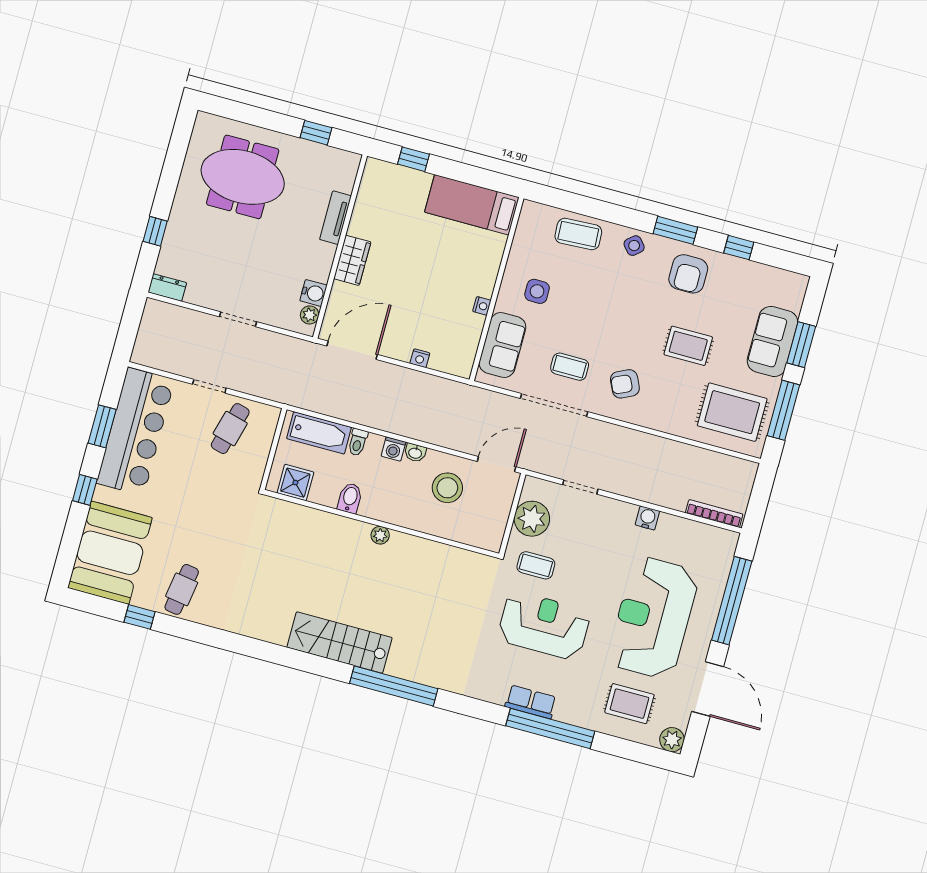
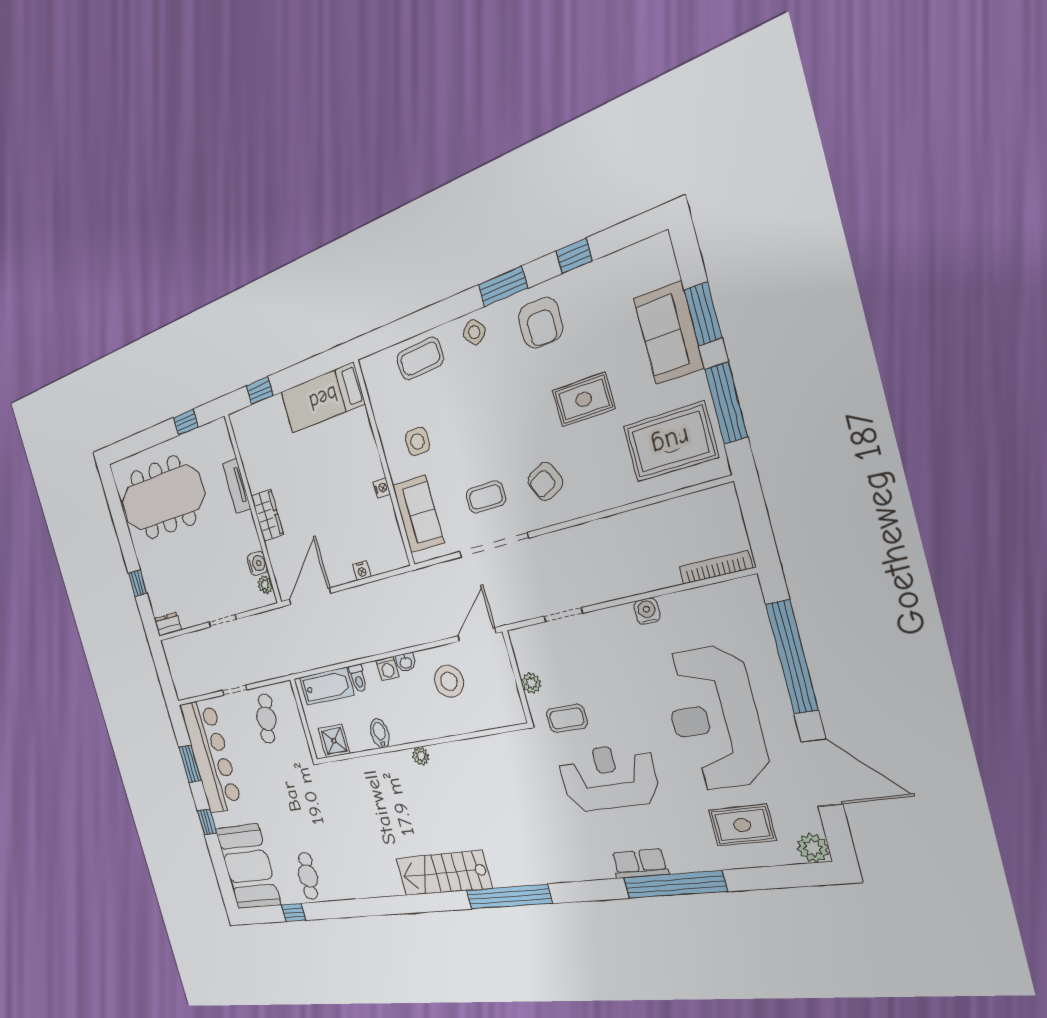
meeting table: (243, 177) -> (163, 498), width x1.36
plant: (532, 519) -> (531, 683), width x0.53, depth x0.53

